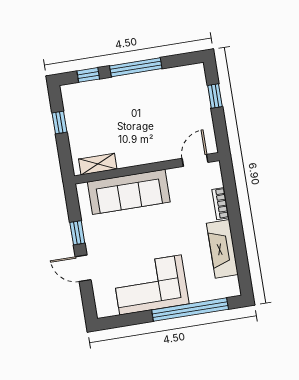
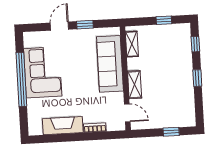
window: (136, 67) -> (197, 78), width x0.46
shelving: (154, 154) -> (135, 85), added
window: (190, 310) -> (21, 79), moved

